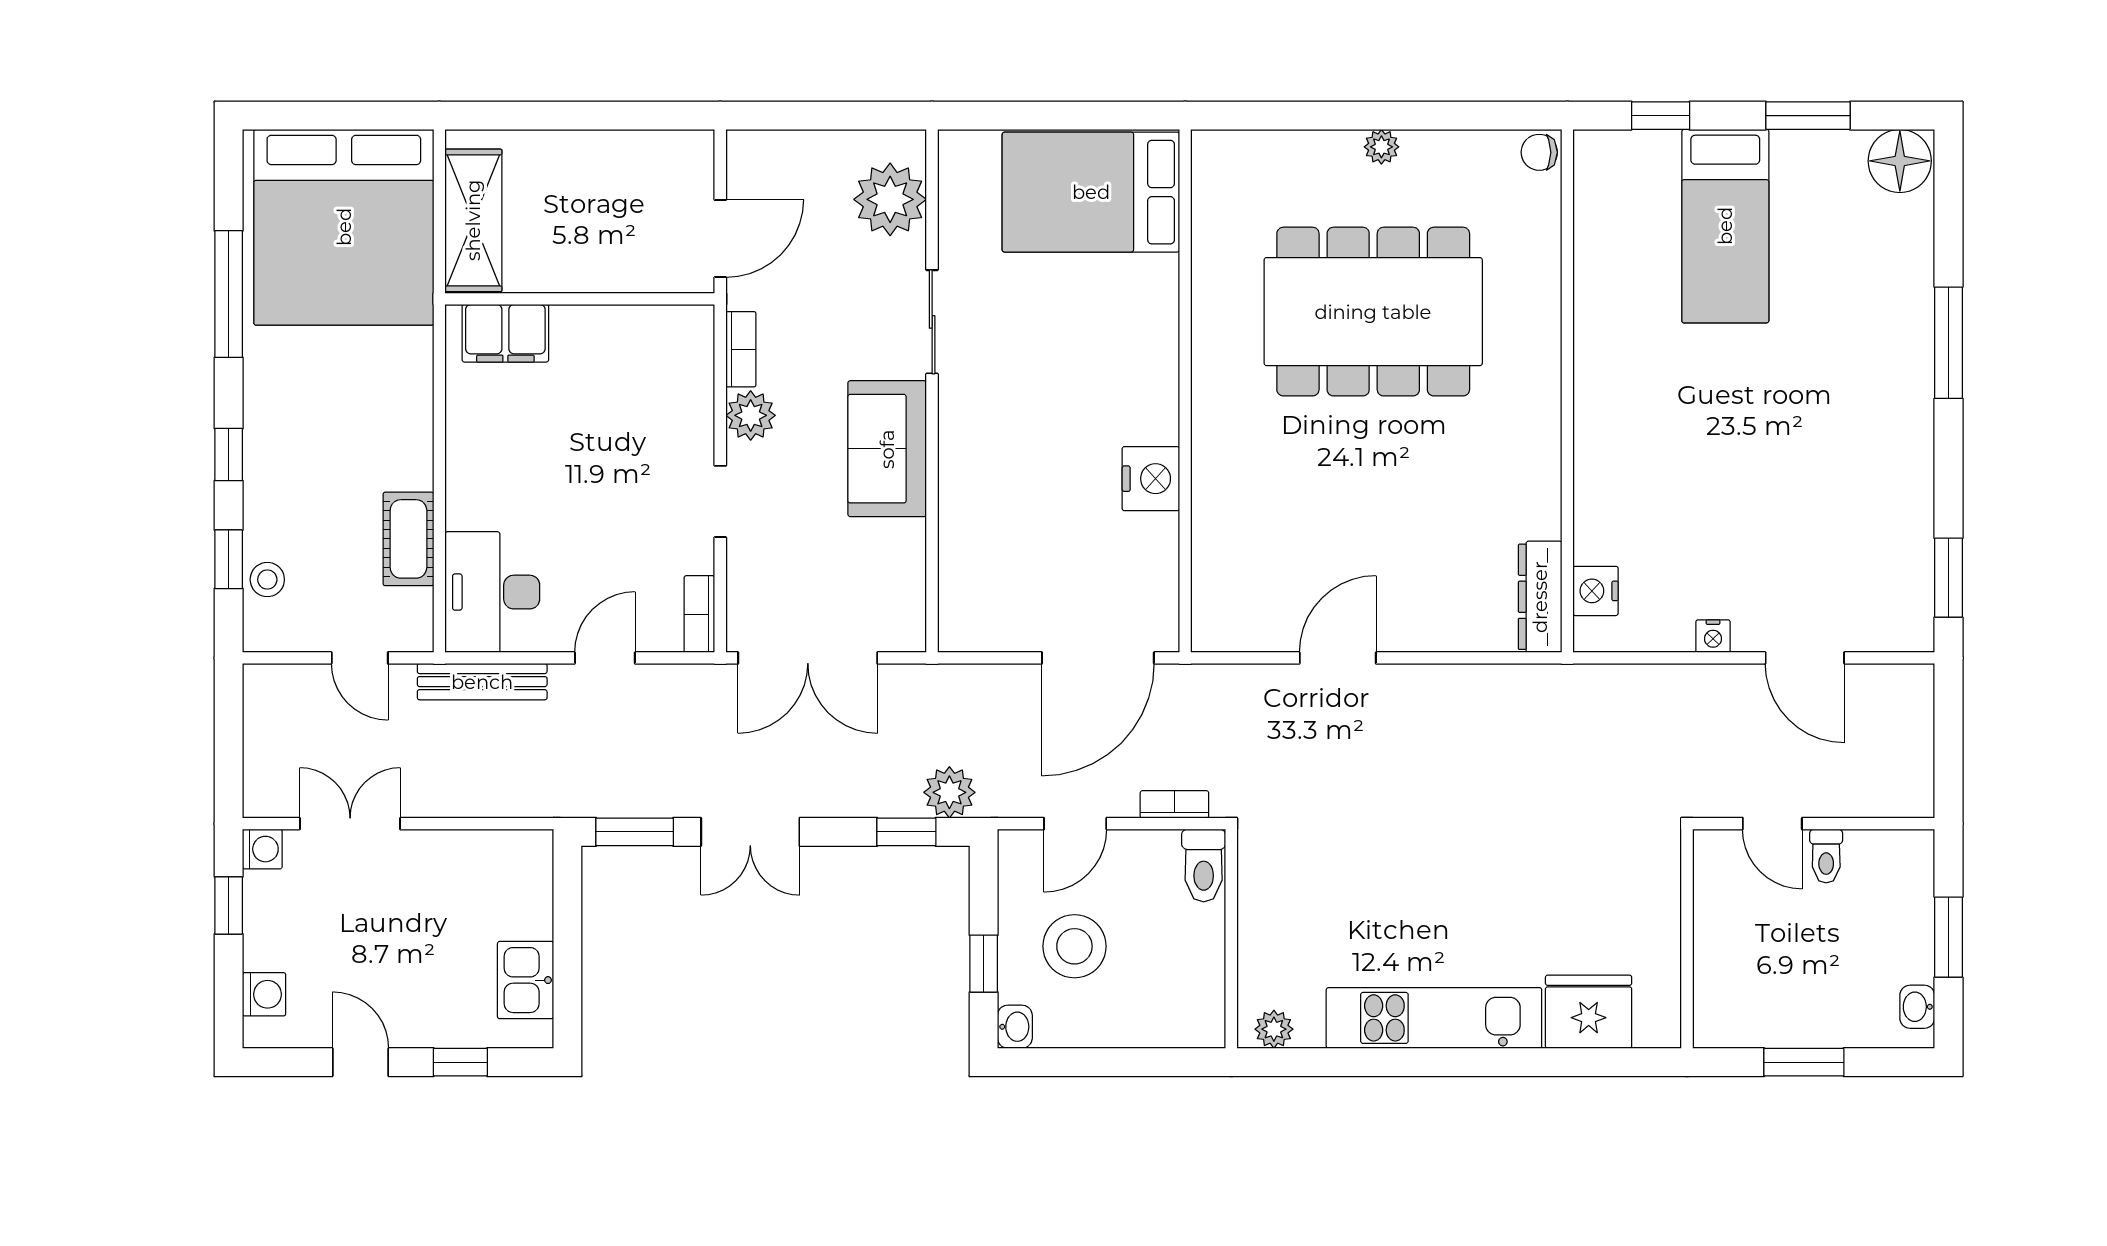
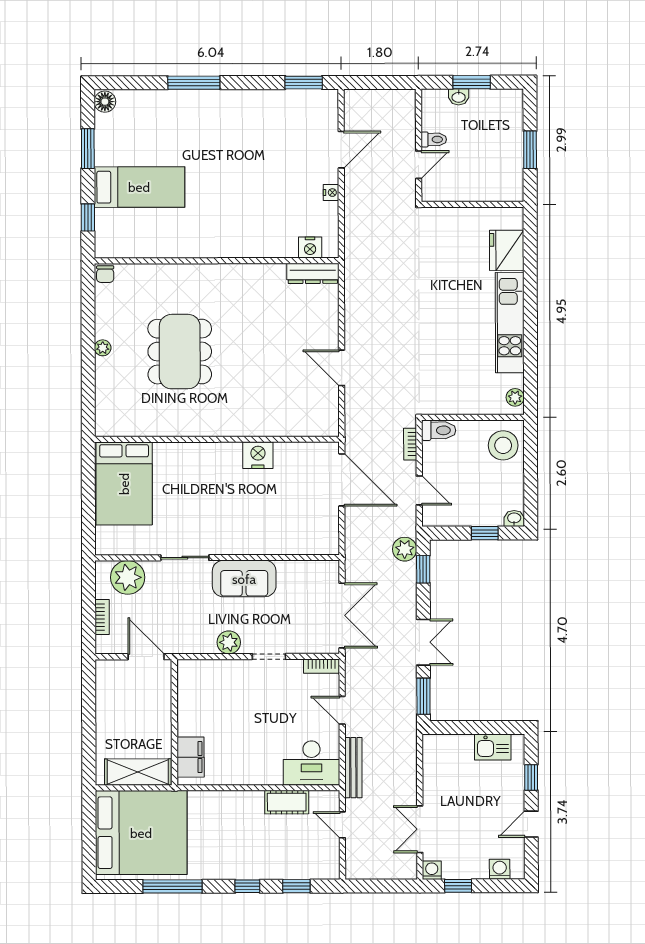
floor lamp: (1900, 161) -> (105, 102), width x0.73, depth x0.73
dining table: (1373, 312) -> (180, 352), width x0.73, depth x0.80
bookcase: (741, 349) -> (102, 617), moved, turned 90
stool: (267, 580) -> (306, 868), removed
door: (360, 658) -> (342, 825), swing flipped
stool: (1074, 946) -> (503, 445), moved
washbasin: (1917, 1007) -> (459, 97), moved

